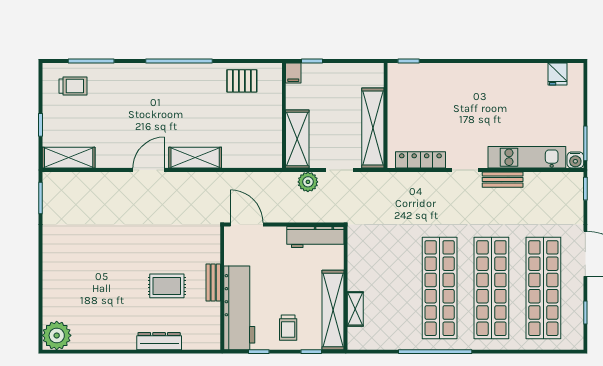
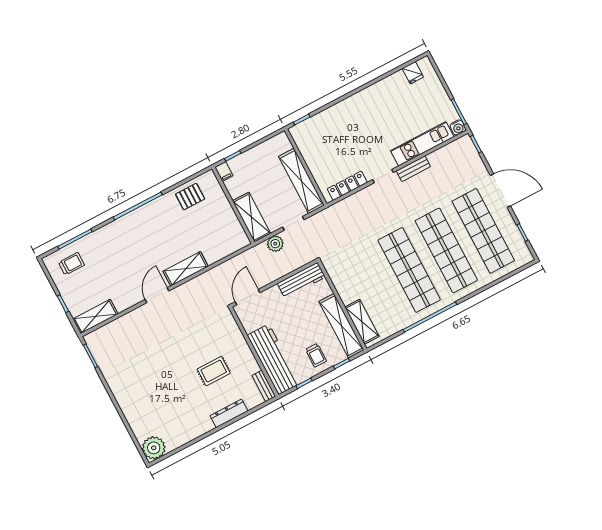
door: (247, 225) -> (248, 297), hinge flipped
bench: (213, 283) -> (264, 386), moved
shelving: (355, 309) -> (362, 322), width x1.50, depth x1.33

